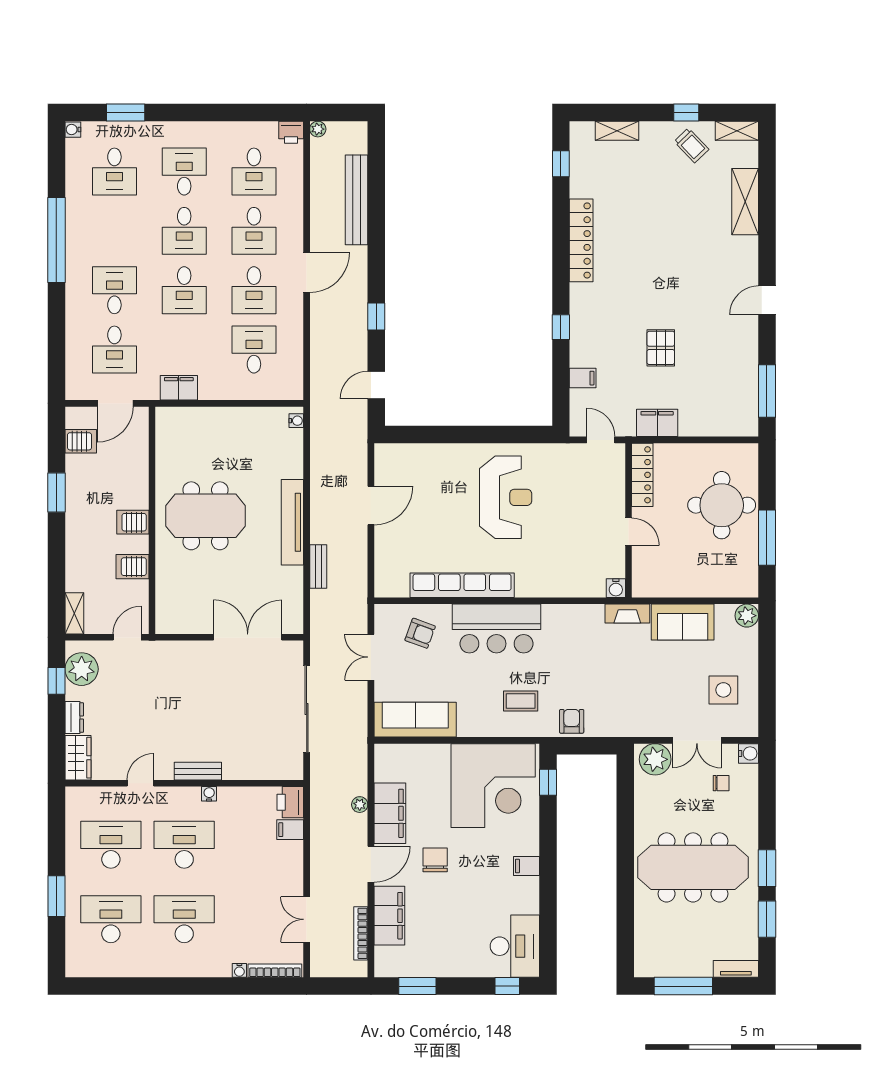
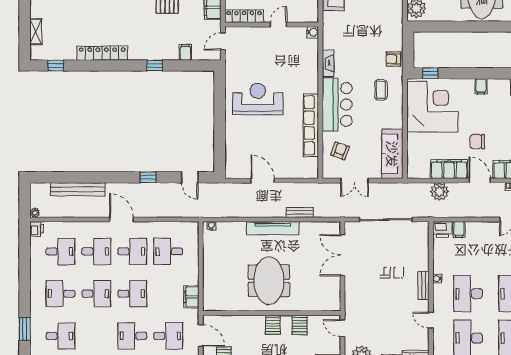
fireplace: (627, 614) -> (328, 63), moved
plant: (360, 805) -> (439, 192), width x1.88, depth x1.88

